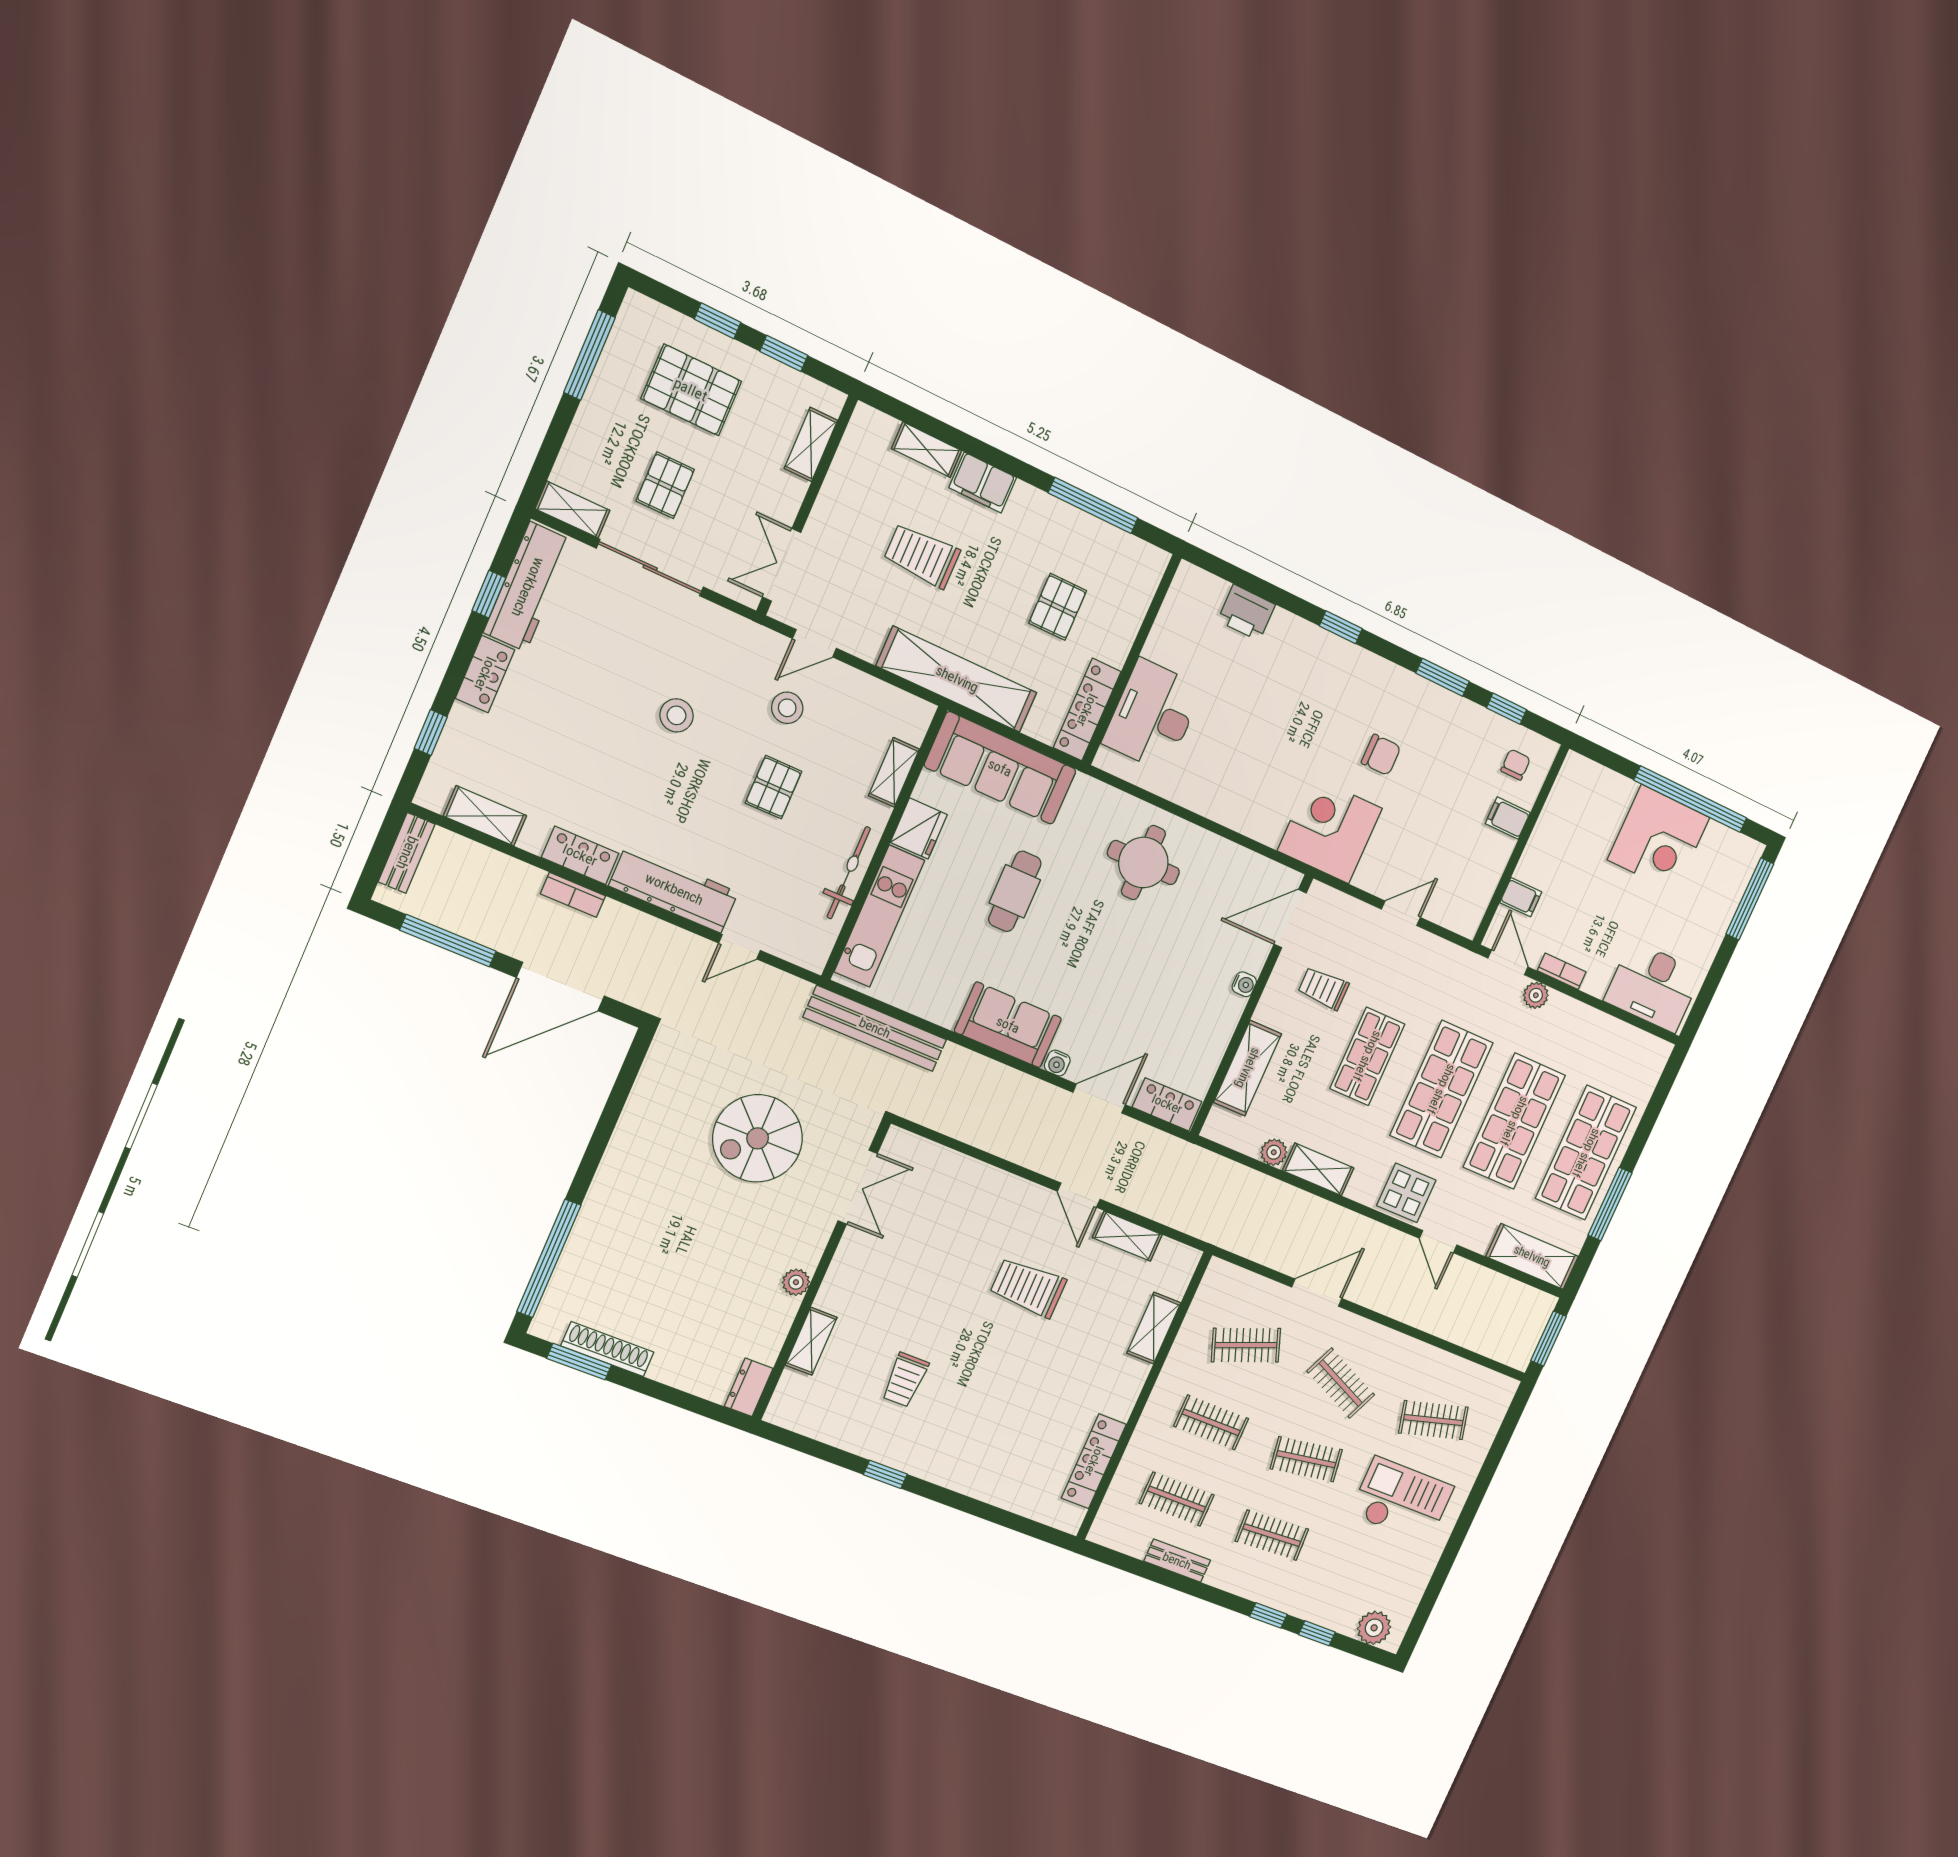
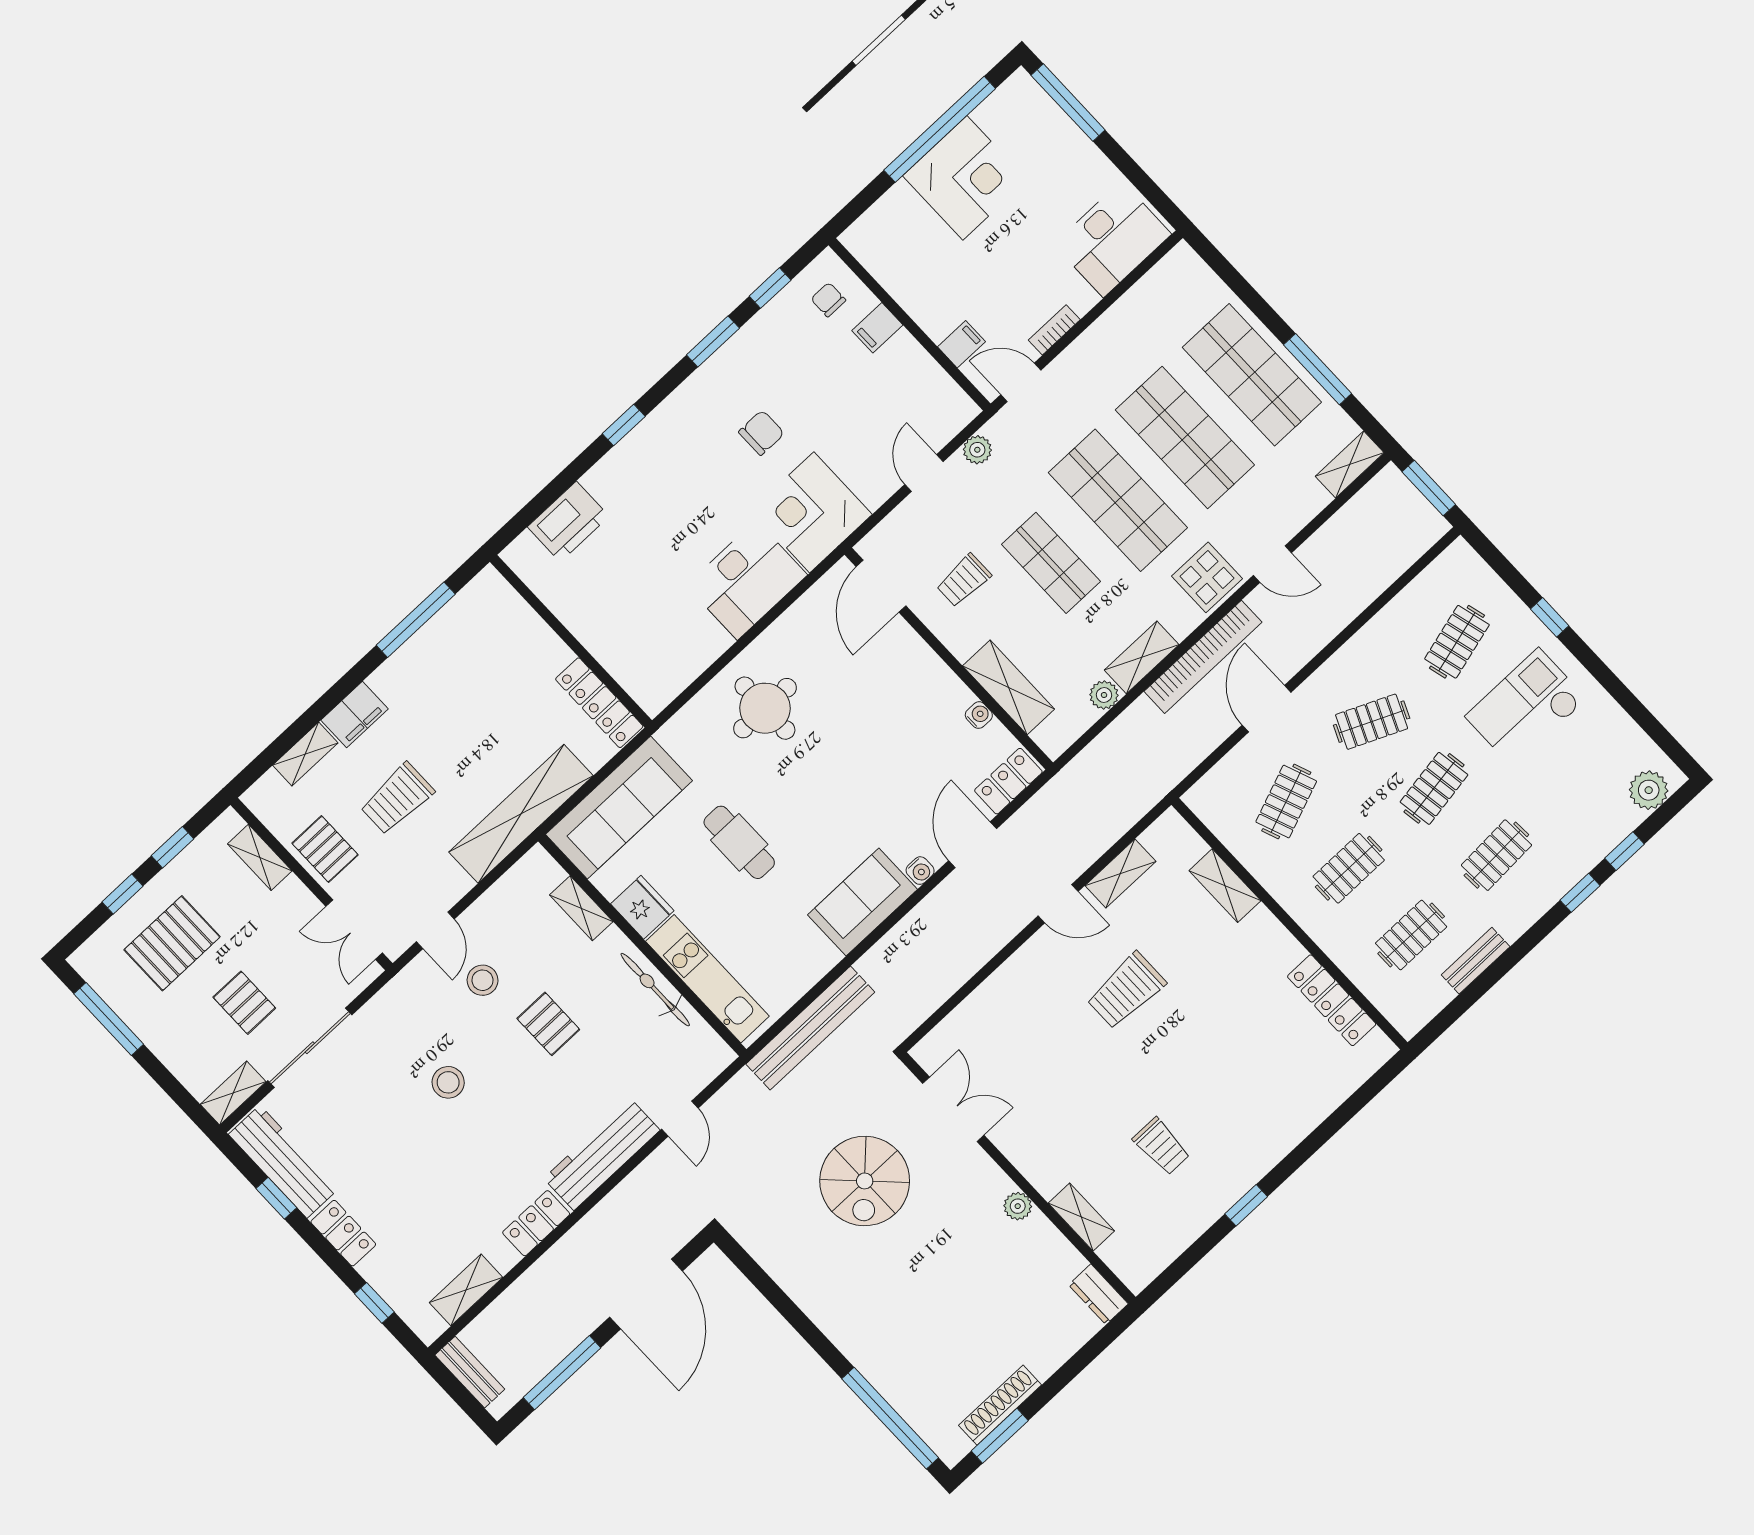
pallet: (1058, 607) -> (325, 849), moved
printer: (1246, 613) -> (568, 522), width x1.37, depth x1.19
desk: (1153, 715) -> (747, 580), moved, turned -90
bookcase: (573, 895) -> (1203, 657), moved, width x2.31, depth x1.31
water cooler: (1244, 984) -> (979, 715), moved
plant: (1536, 995) -> (977, 450), moved
shelving: (1532, 1256) -> (1350, 465), width x0.67, depth x0.75
window: (1482, 1484) -> (1550, 617), added

